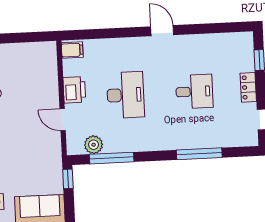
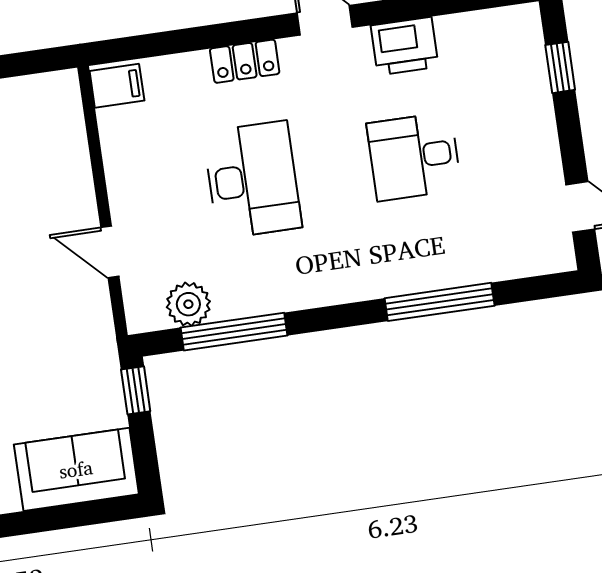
locker: (248, 87) -> (245, 61), moved, turned -90
printer: (74, 90) -> (405, 46), moved, turned 90
desk: (194, 92) -> (414, 156), turned 180

